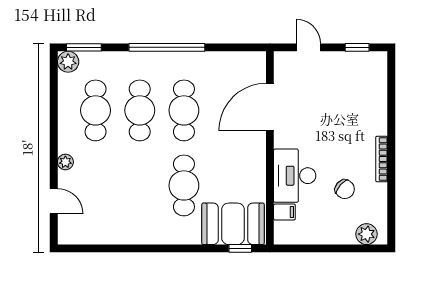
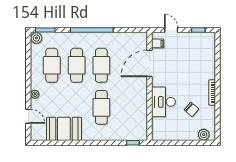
filing cabinet: (284, 212) -> (158, 43), moved
booth: (233, 224) -> (64, 129), moved

